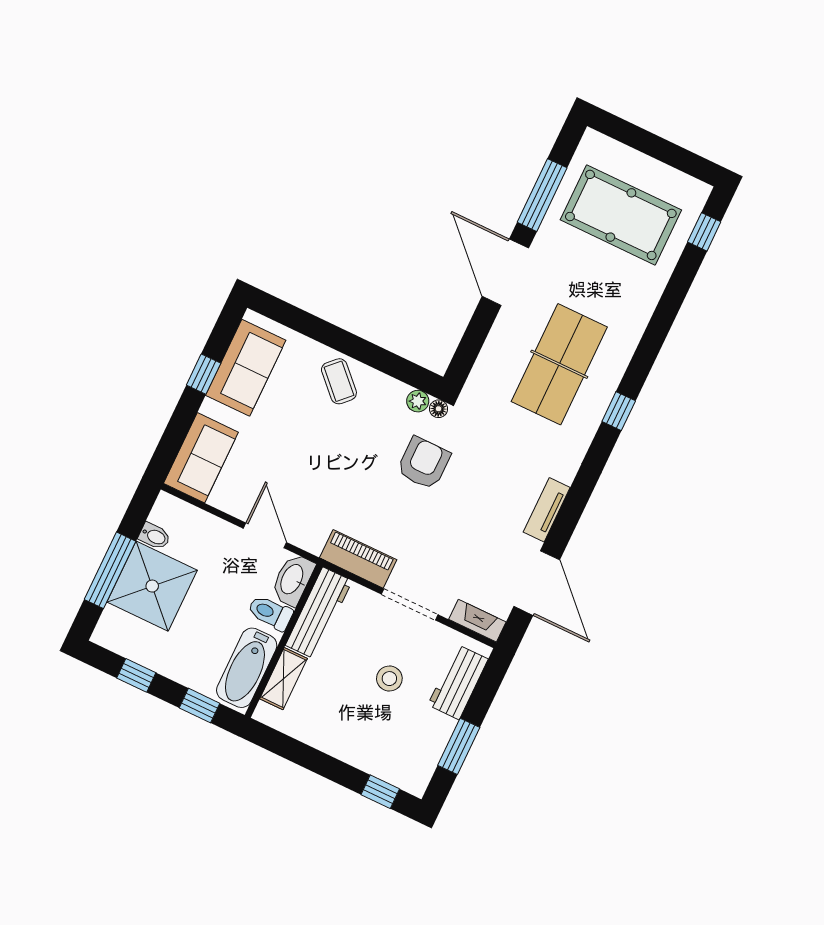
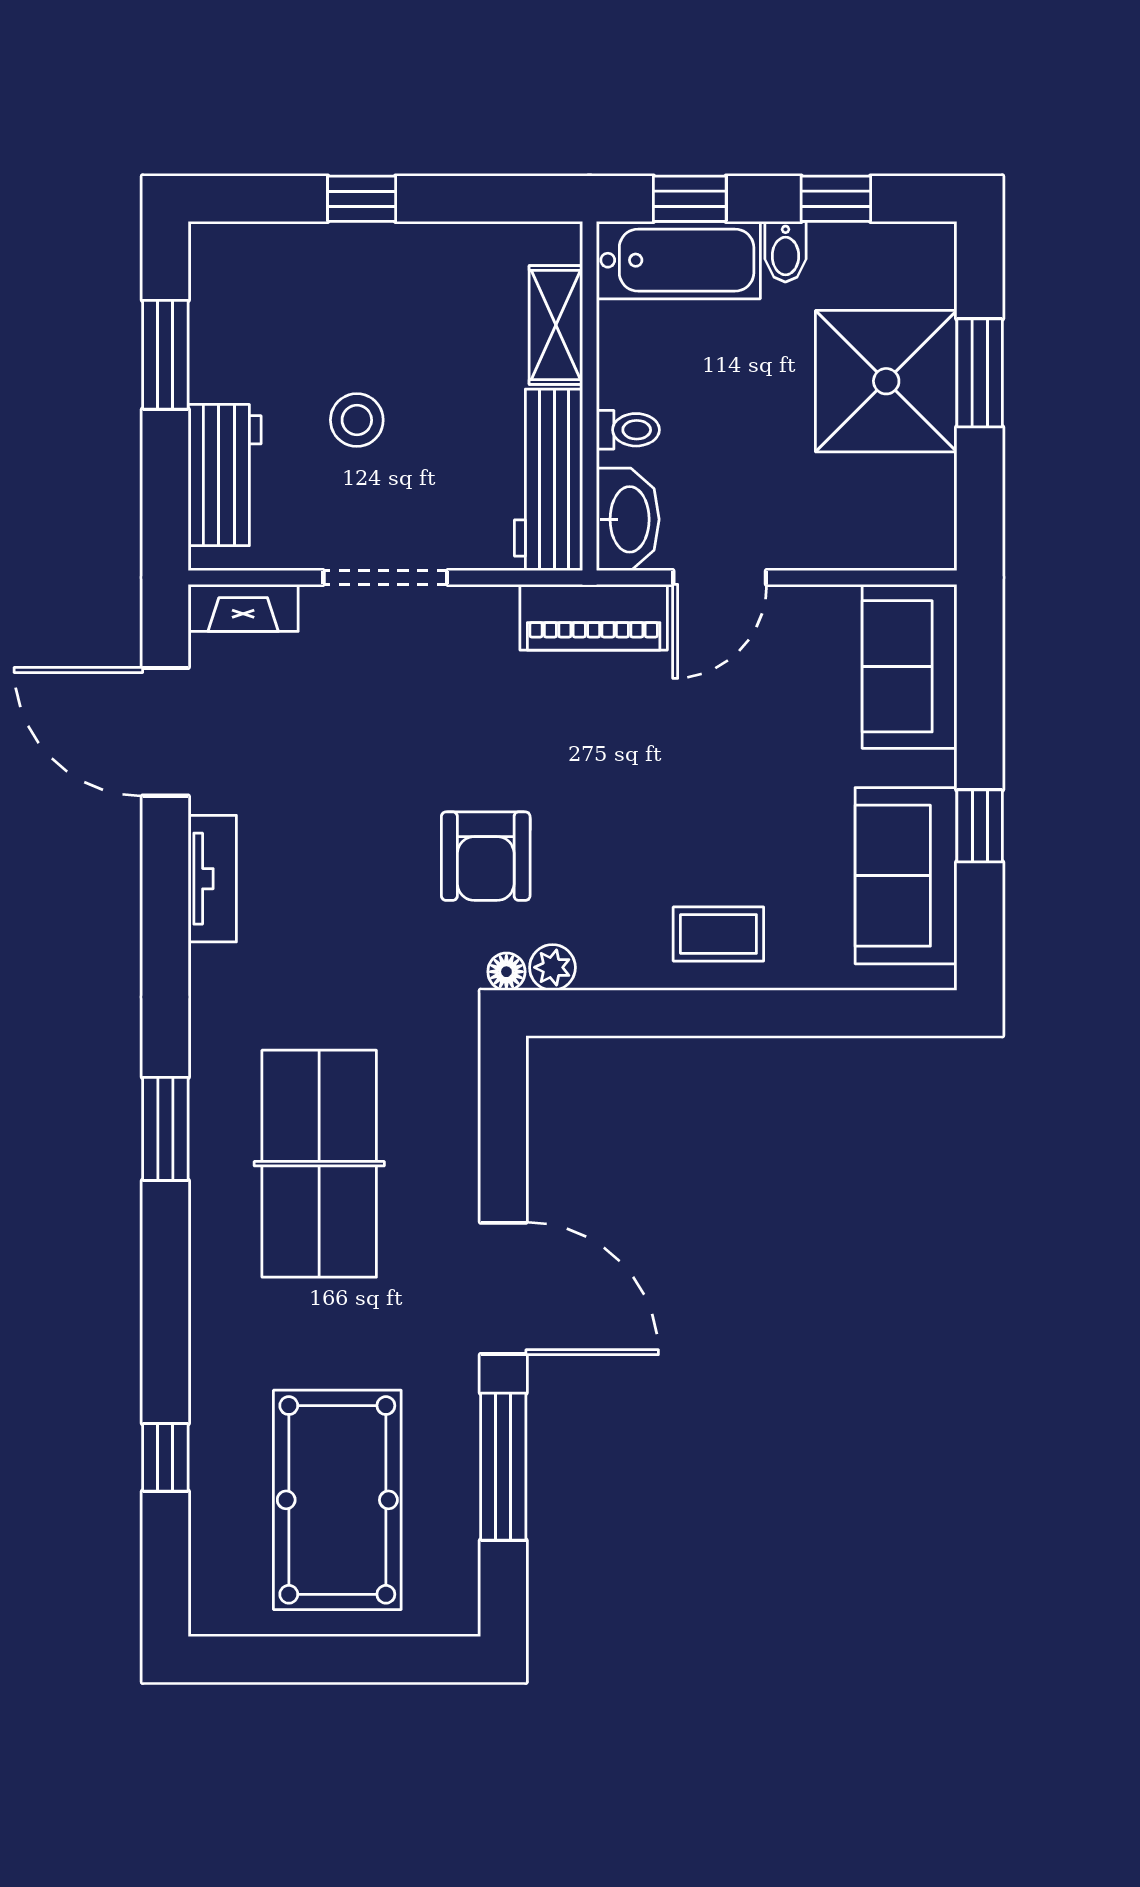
pool table: (621, 215) -> (337, 1500), turned 90
window: (704, 232) -> (165, 1457), moved
coffee table: (339, 381) -> (718, 934), turned -45
window: (619, 411) -> (165, 1129), width x1.50
door: (265, 535) -> (720, 578), hinge flipped
bidet: (154, 536) -> (785, 252), moved, turned -90
piano: (358, 559) -> (594, 617), moved
window: (110, 570) -> (980, 373), width x0.69
toilet: (270, 613) -> (628, 430), width x0.73, depth x0.72
bathtub: (247, 668) -> (678, 260), moved, turned 90
window: (380, 792) -> (362, 199), moved

